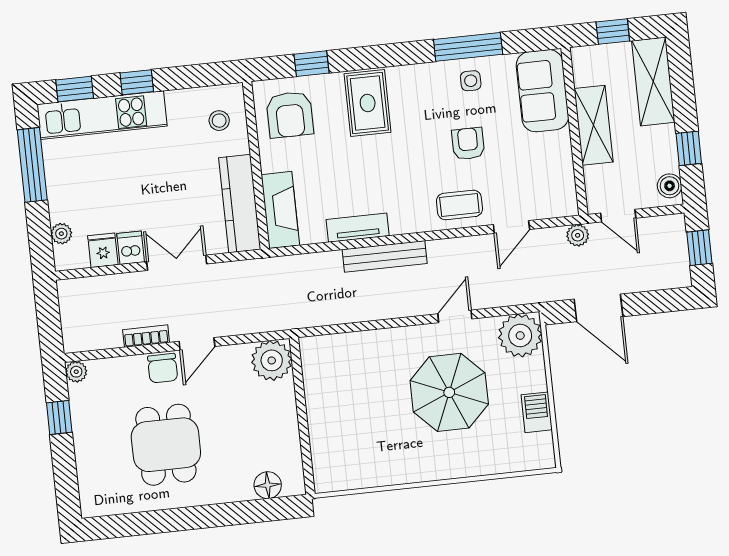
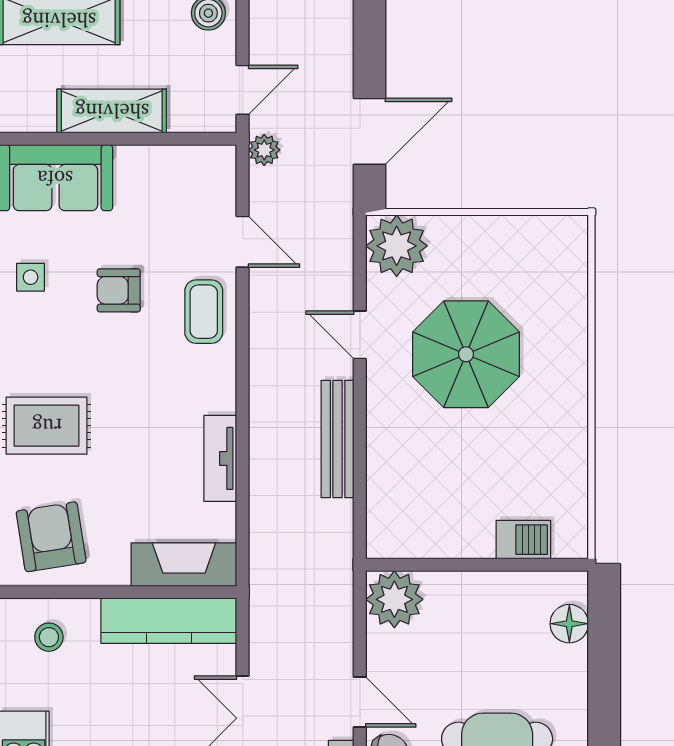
armchair: (290, 115) -> (51, 537), turned -99
bench: (385, 256) -> (338, 439), moved
barbecue: (537, 412) -> (523, 540), moved, turned 180

